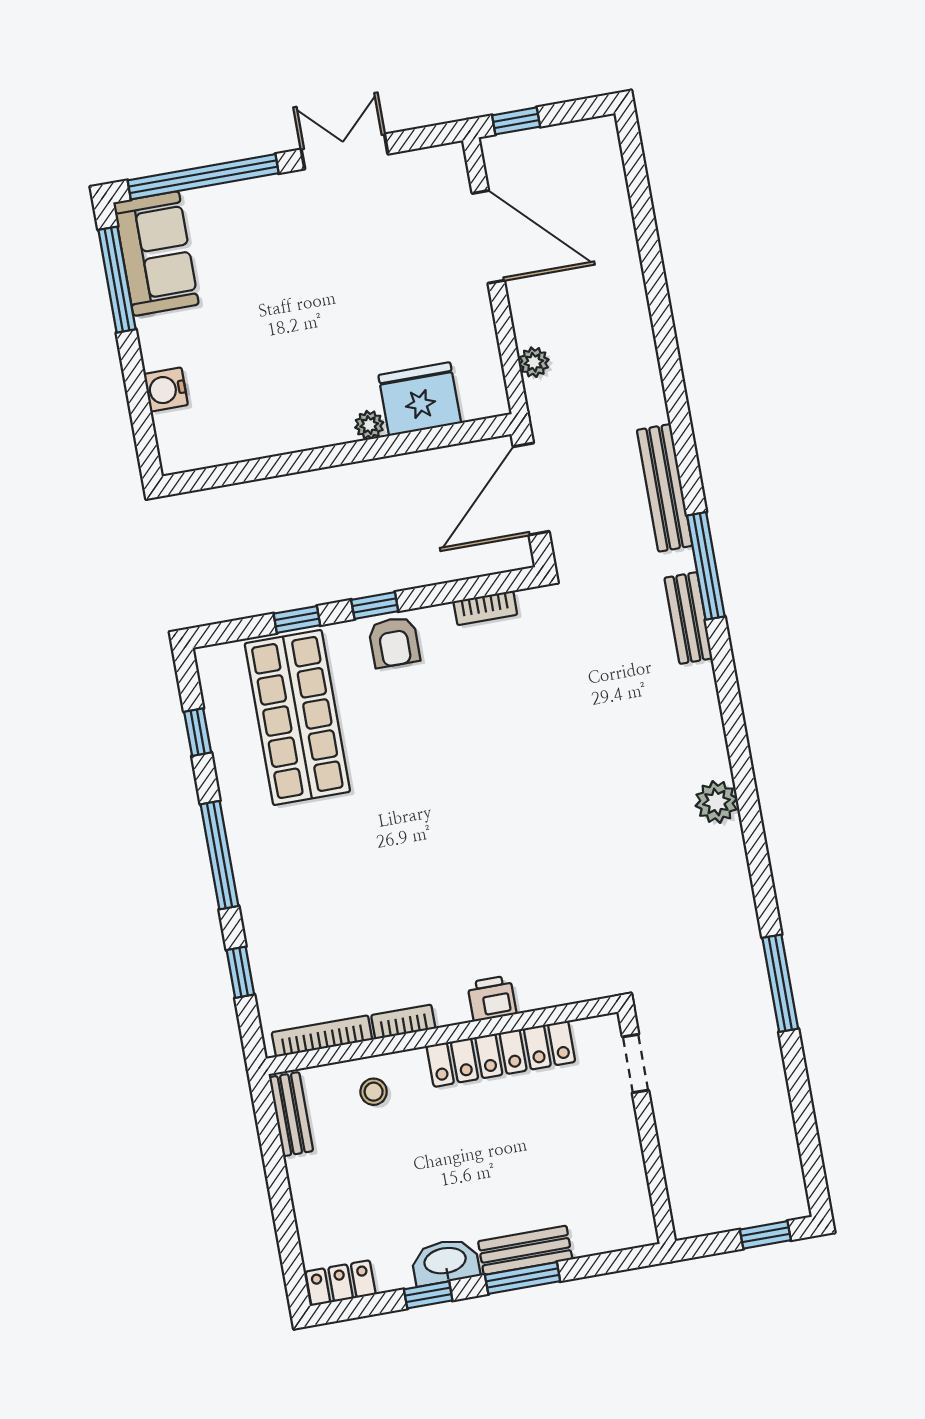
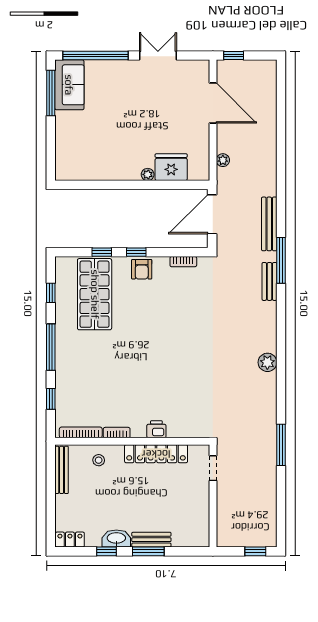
water cooler: (166, 390) -> (63, 144), removed
bench: (291, 1114) -> (62, 470), width x1.36

